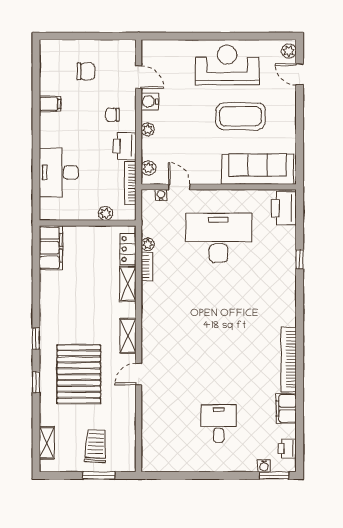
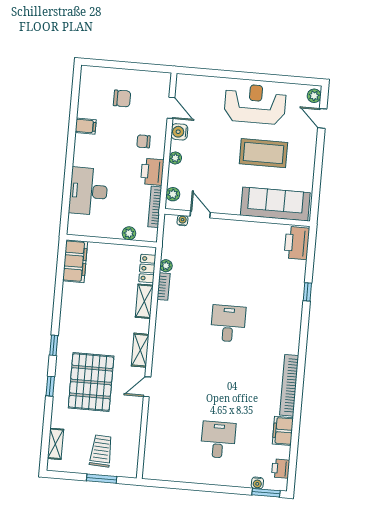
desk: (219, 238) -> (228, 323), moved, width x0.53, depth x0.77

